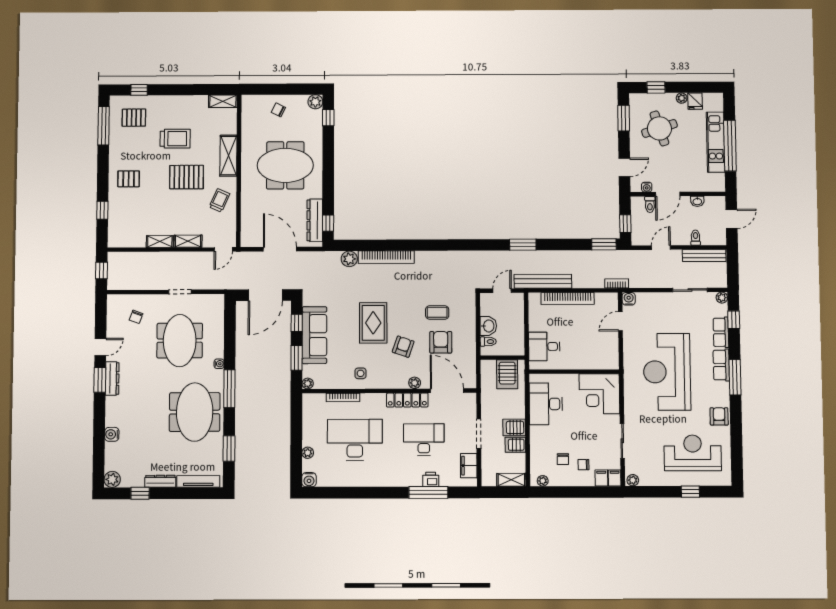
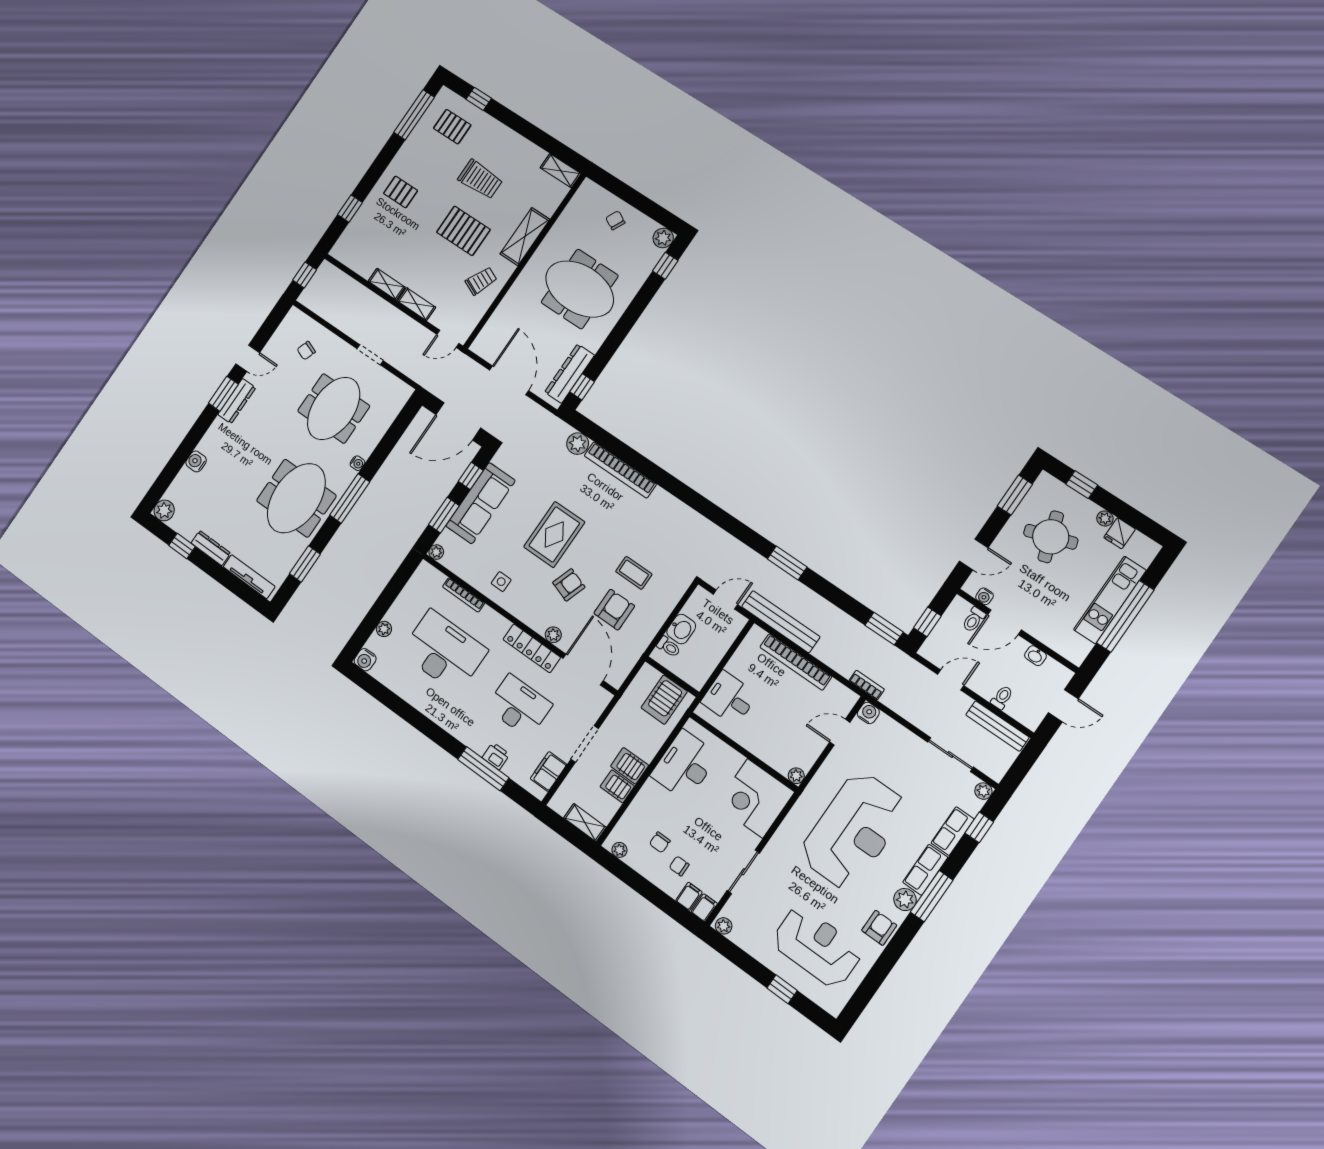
plant: (613, 364) -> (796, 776), added
reception desk: (667, 372) -> (853, 831), turned 180
plant: (722, 390) -> (905, 900), added

